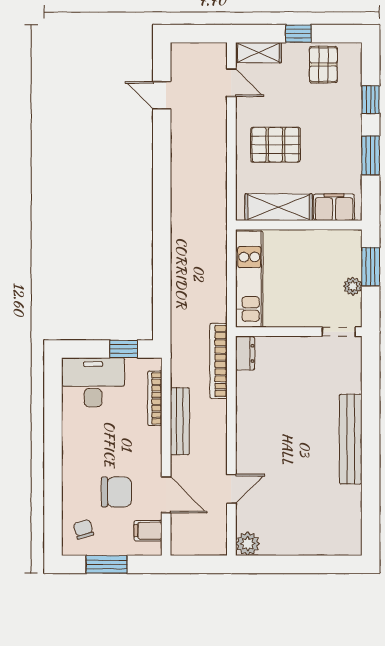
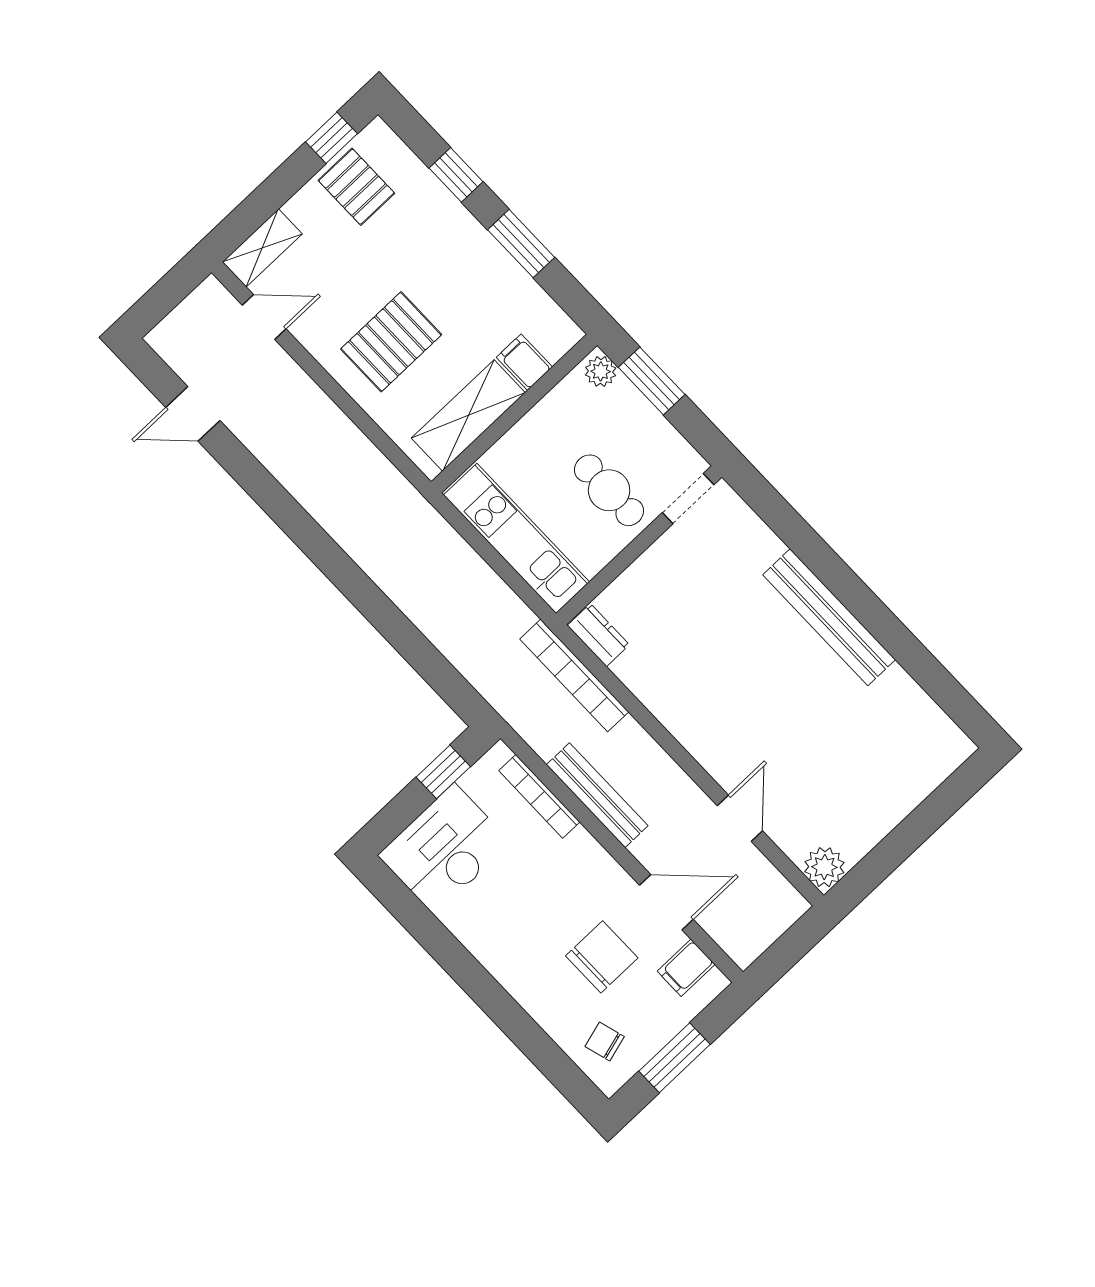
window: (298, 34) -> (332, 138), moved
filing cabinet: (334, 207) -> (524, 362), width x0.50
plant: (353, 286) -> (601, 371), moved
cafe table: (308, 296) -> (609, 490), added

